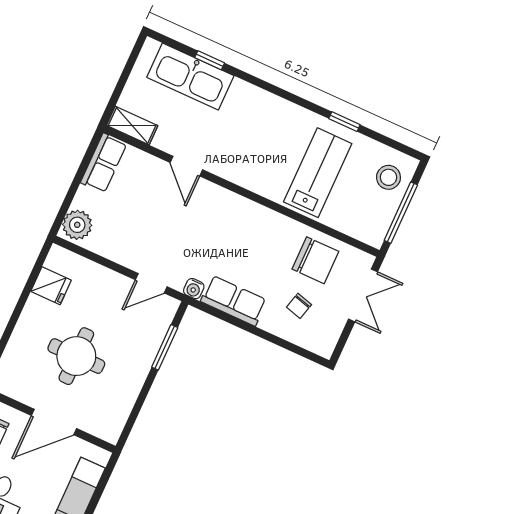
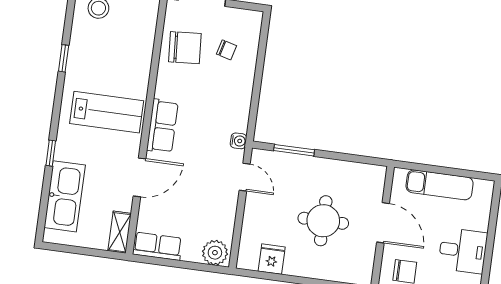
window: (210, 60) -> (51, 153), moved
door: (186, 166) -> (139, 177), width x1.38
lab bench: (318, 173) -> (107, 112), moved, turned 180
chair: (315, 260) -> (185, 48), turned 86
row of seats: (234, 301) -> (162, 126), moved, turned 180

